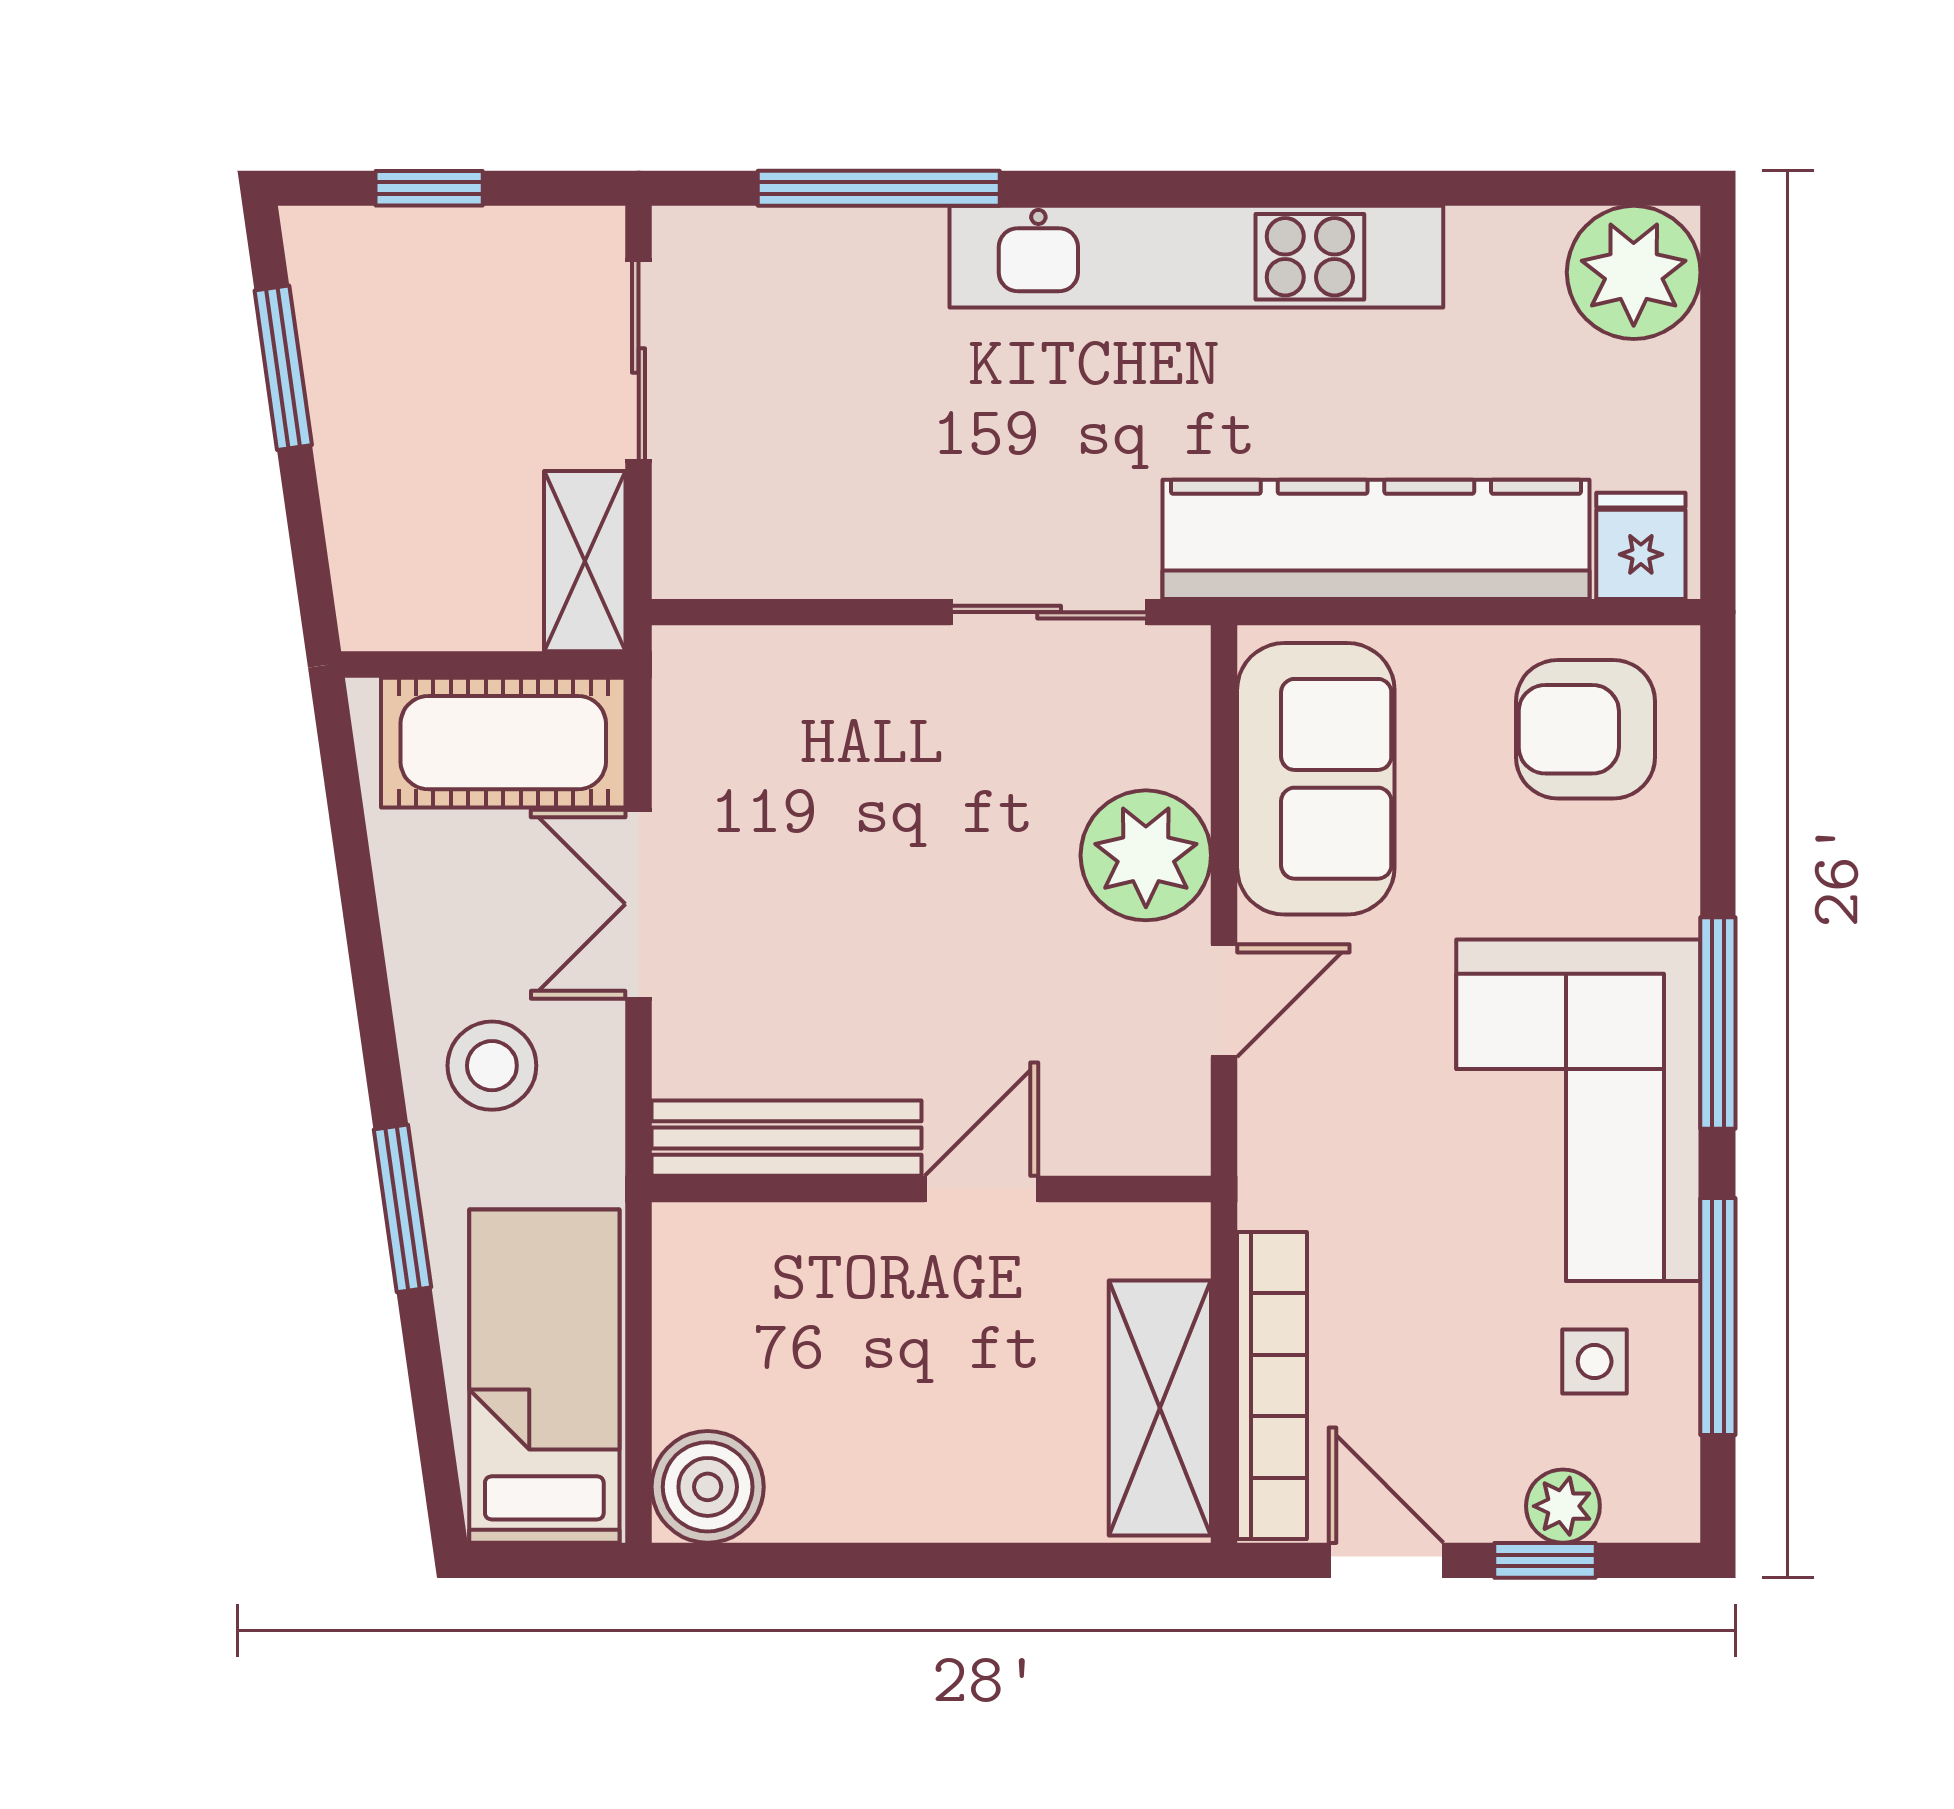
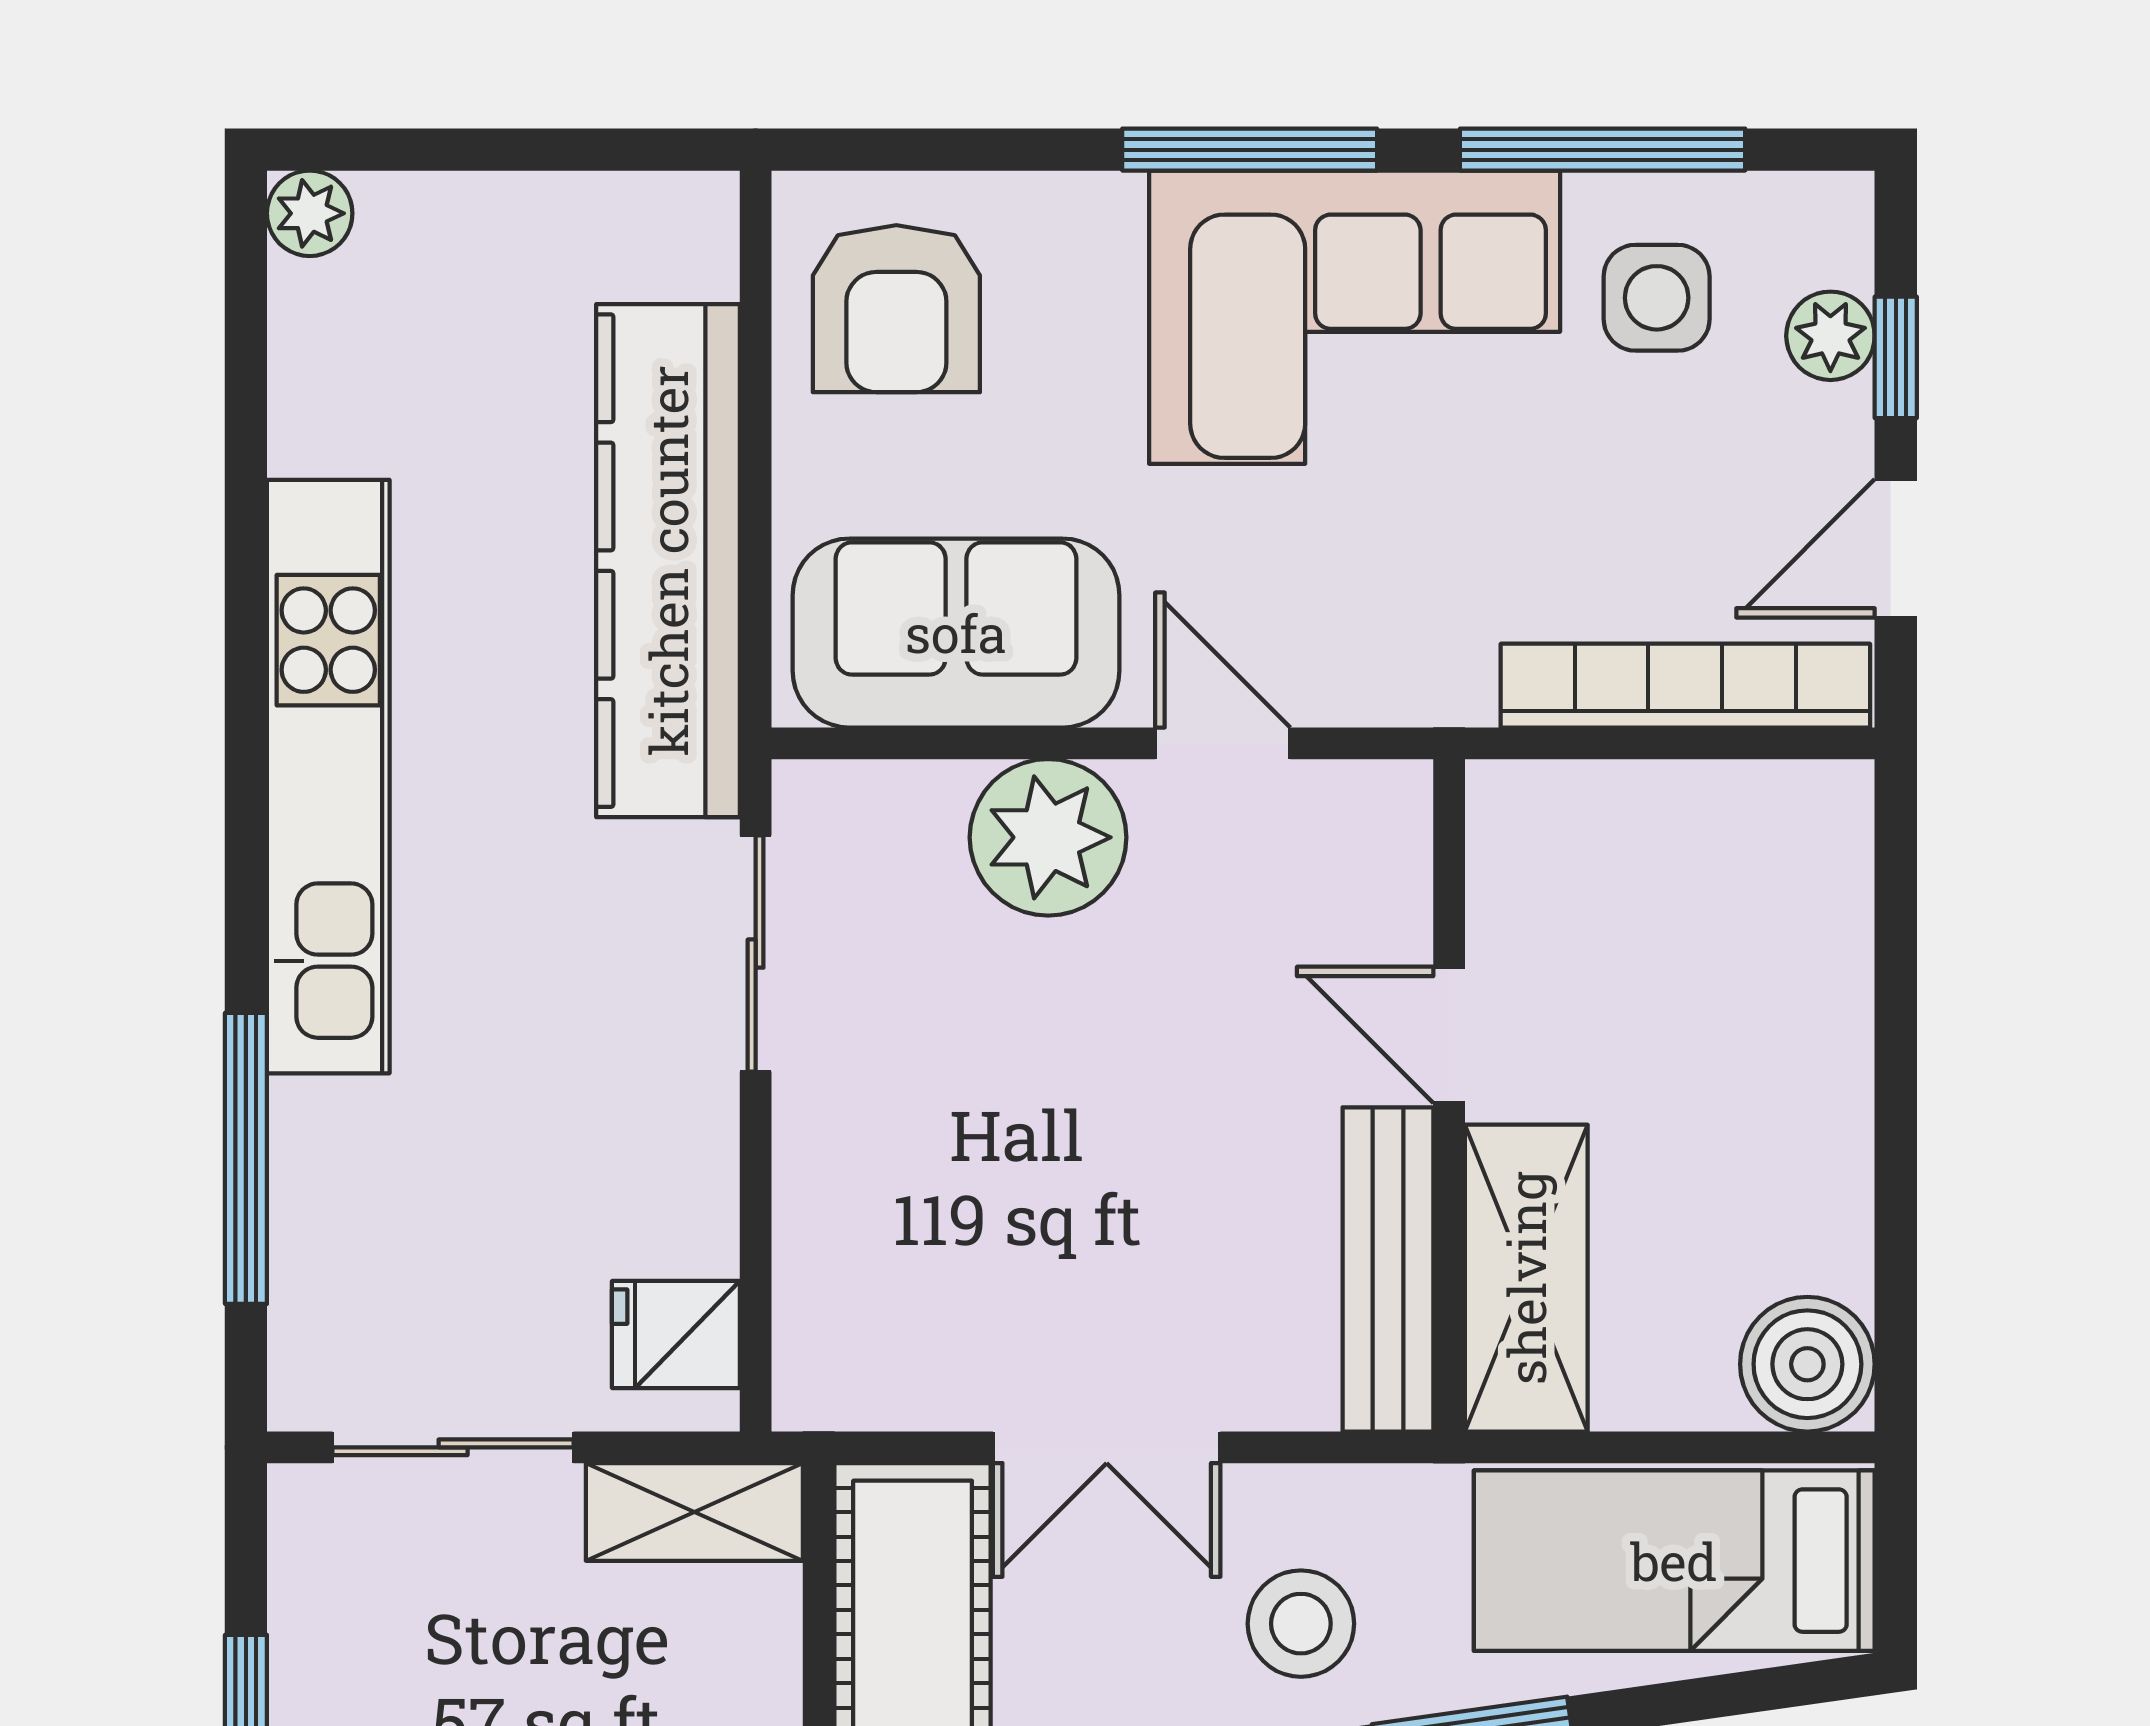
plant: (1634, 272) -> (310, 213), width x0.53, depth x0.53
fridge: (1641, 546) -> (676, 1335), moved
side table: (1595, 1362) -> (1657, 298), width x1.37, depth x1.37
shelving: (1160, 1408) -> (1526, 1278), moved, turned 90

